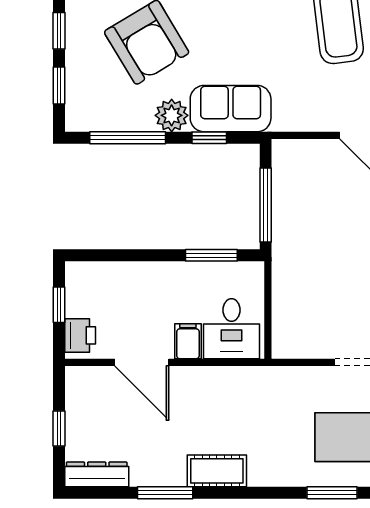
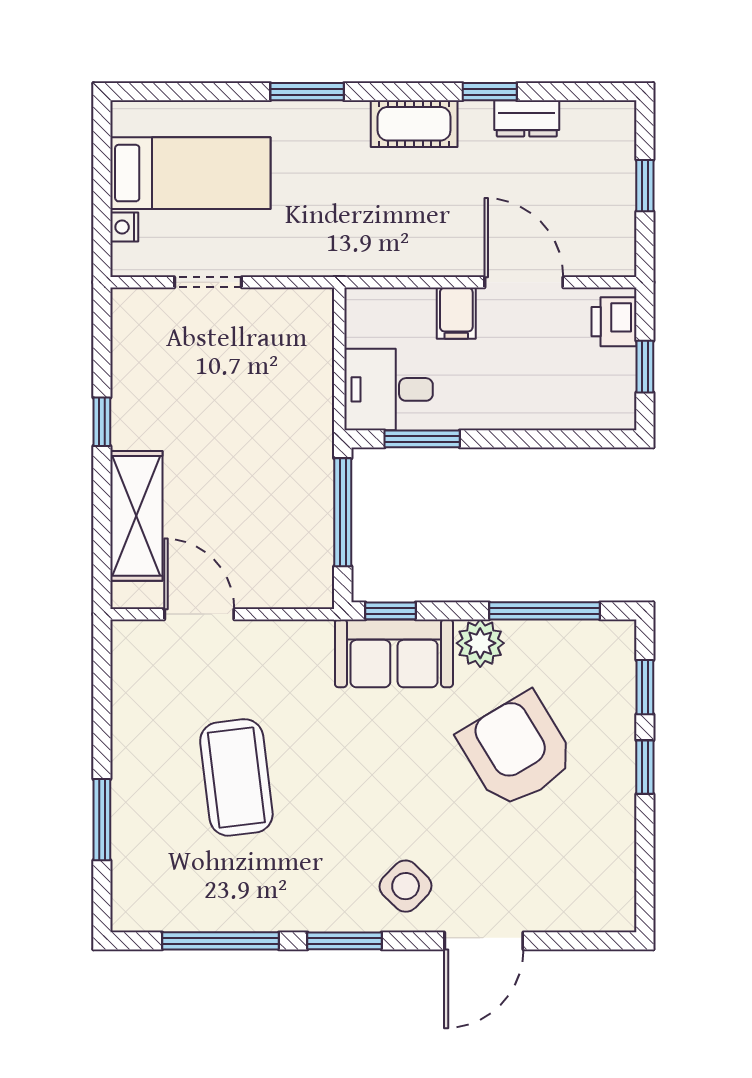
window: (209, 138) -> (391, 611), moved
desk: (231, 329) -> (389, 389), moved, turned -90
dresser: (97, 474) -> (527, 118), moved, width x0.70
window: (165, 493) -> (490, 92), width x0.67
window: (332, 493) -> (307, 92), moved

